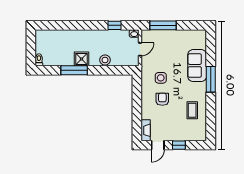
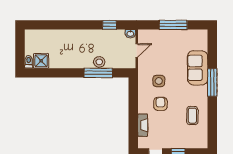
window: (163, 25) -> (173, 25), moved
shower: (81, 59) -> (41, 61), moved
window: (74, 70) -> (98, 73), moved
fireplace: (146, 130) -> (143, 125), moved

